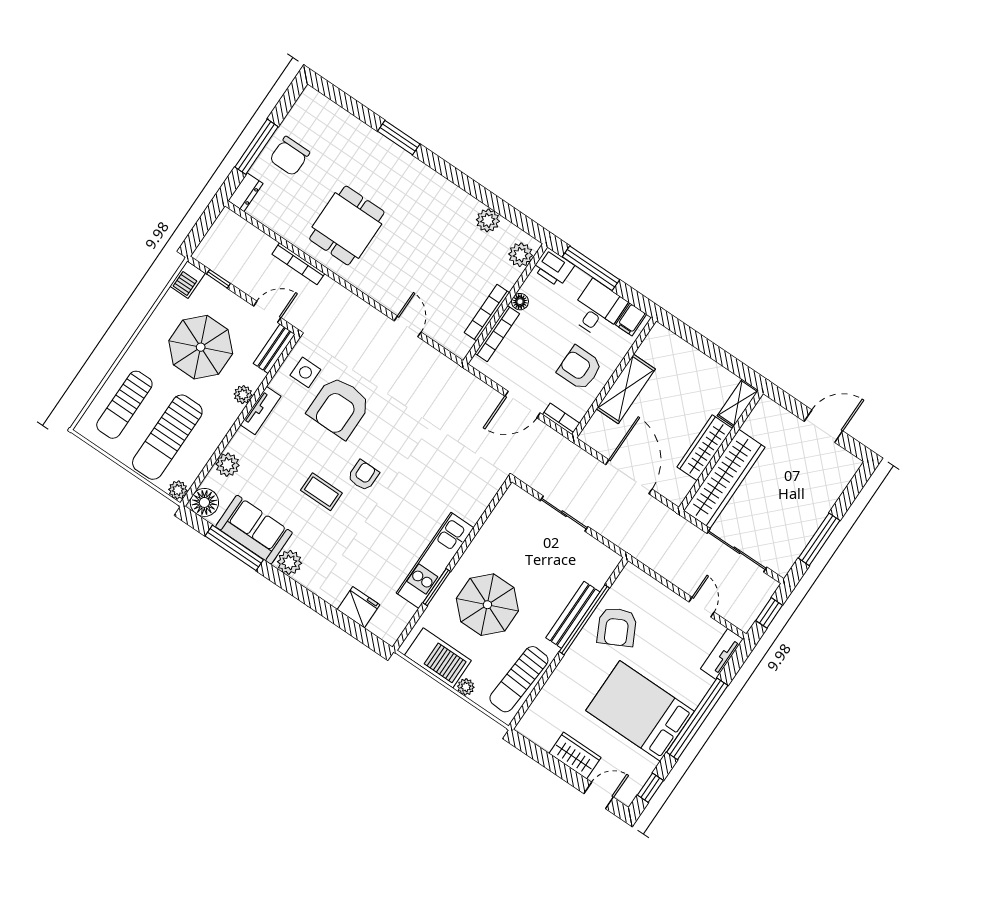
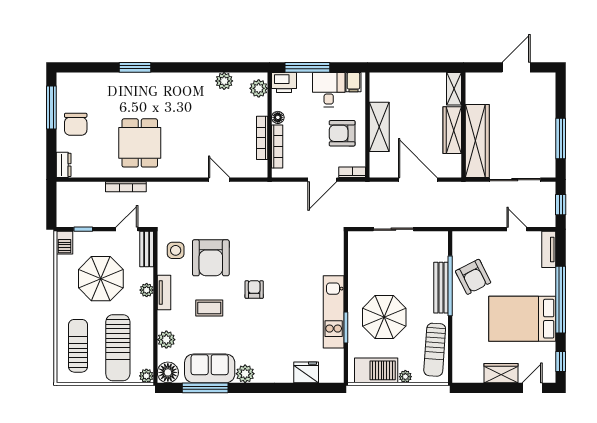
window: (256, 147) -> (51, 108), moved
sun lounger: (124, 405) -> (78, 346), turned 180
coffee table: (321, 492) -> (209, 308), moved

